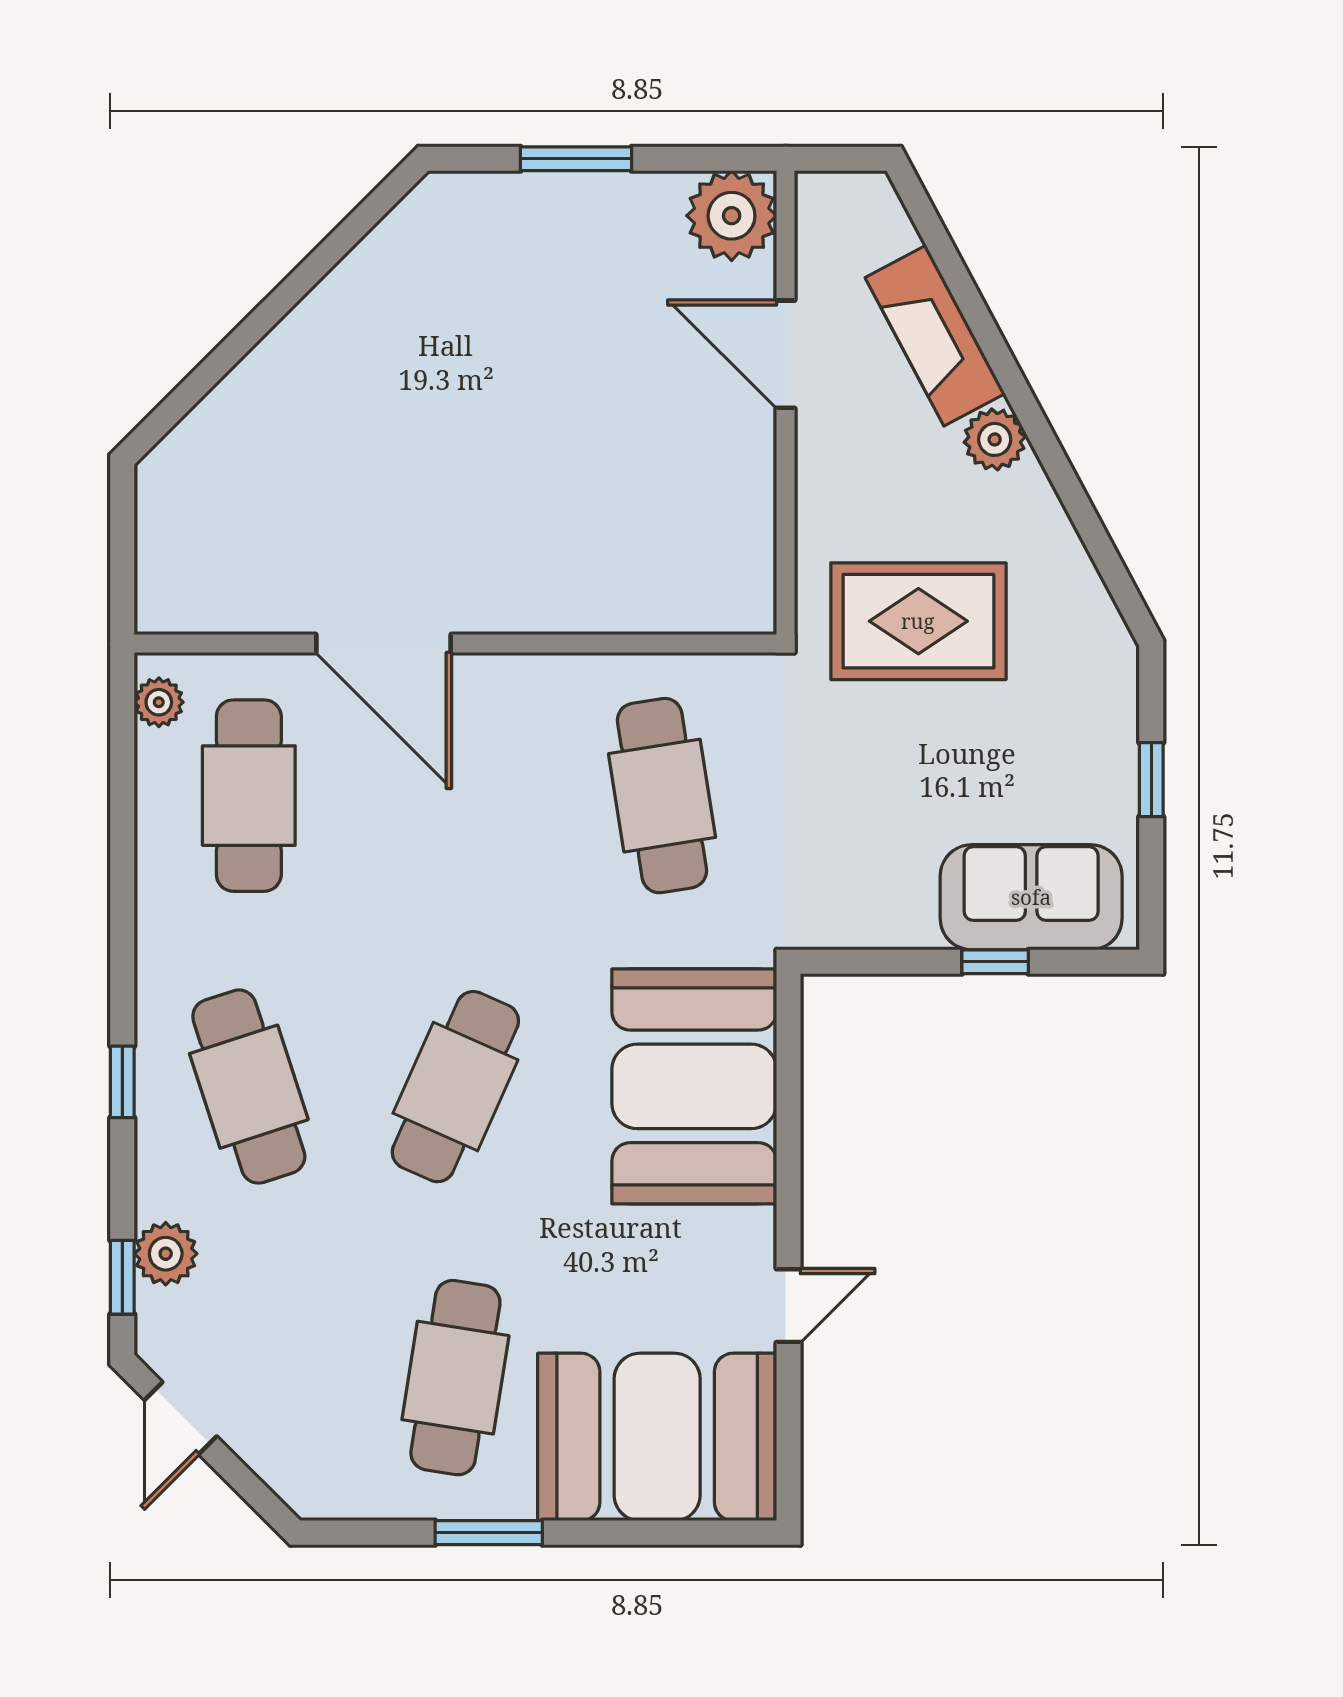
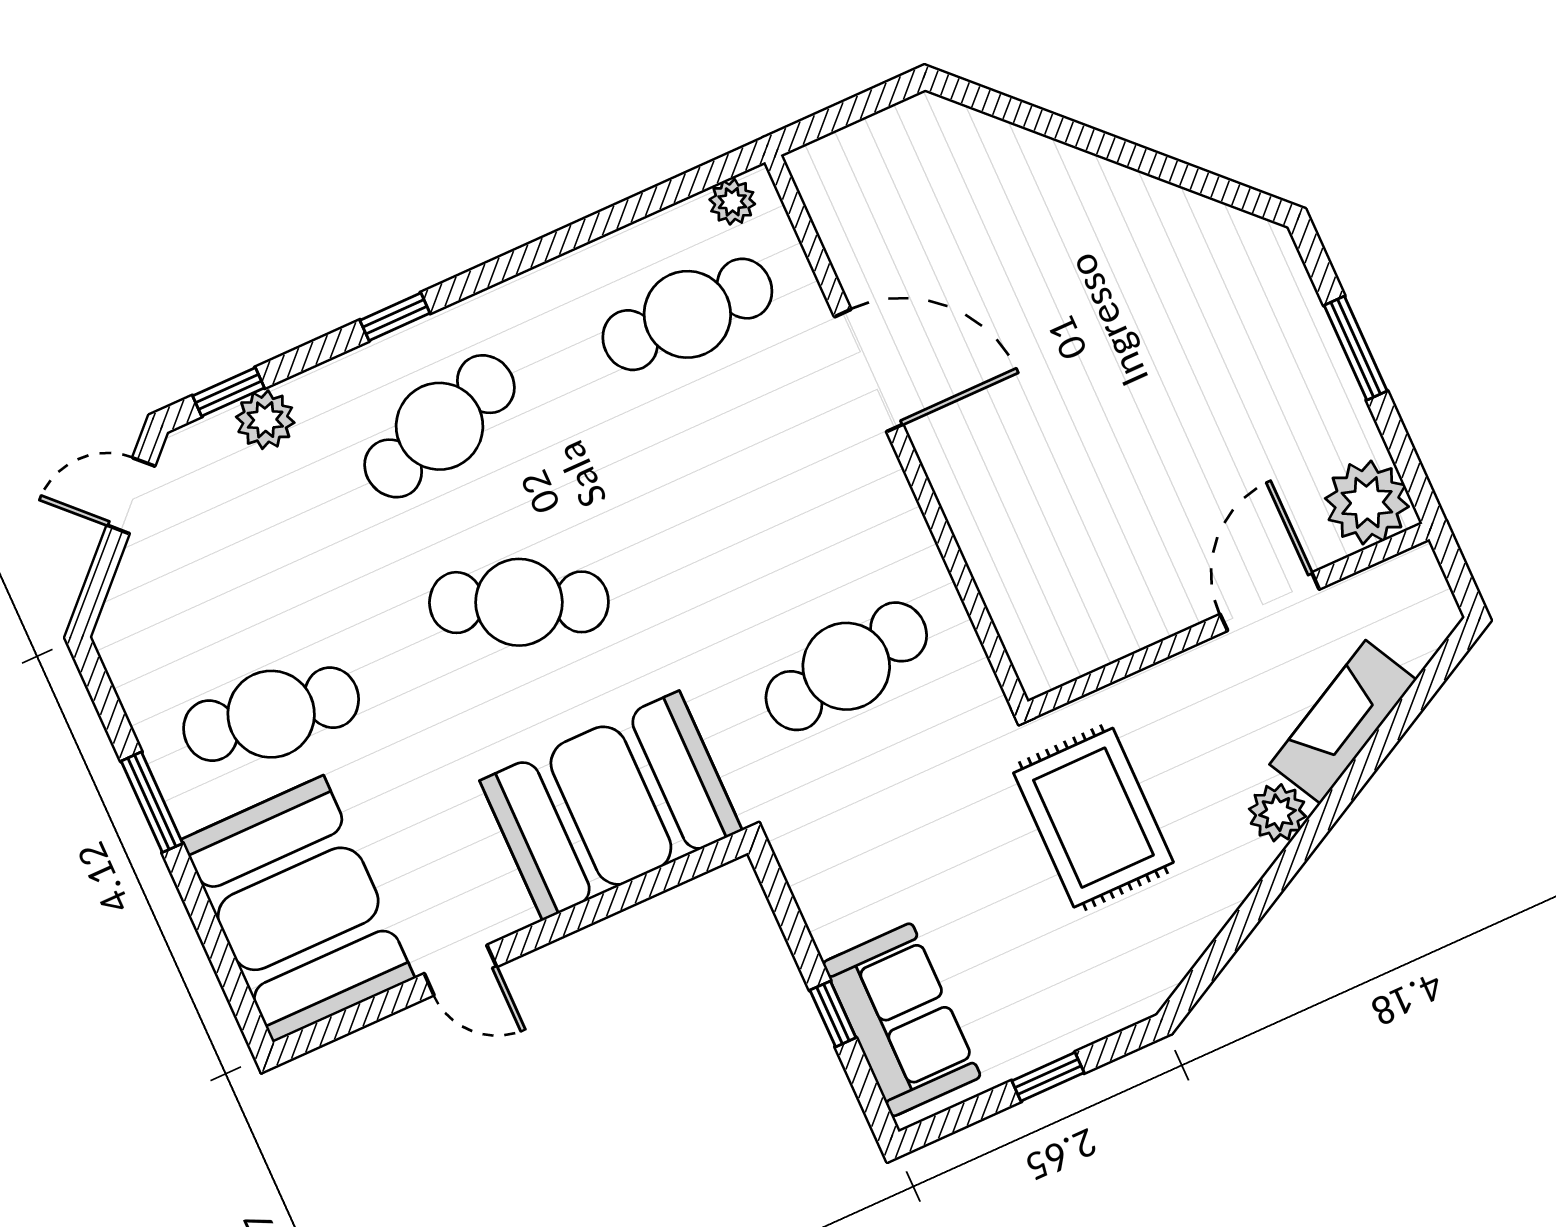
door: (383, 644) -> (869, 371), swing flipped

